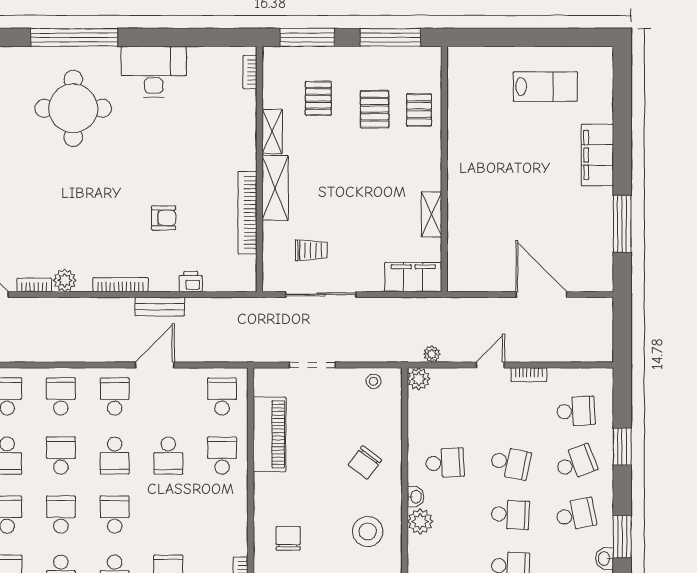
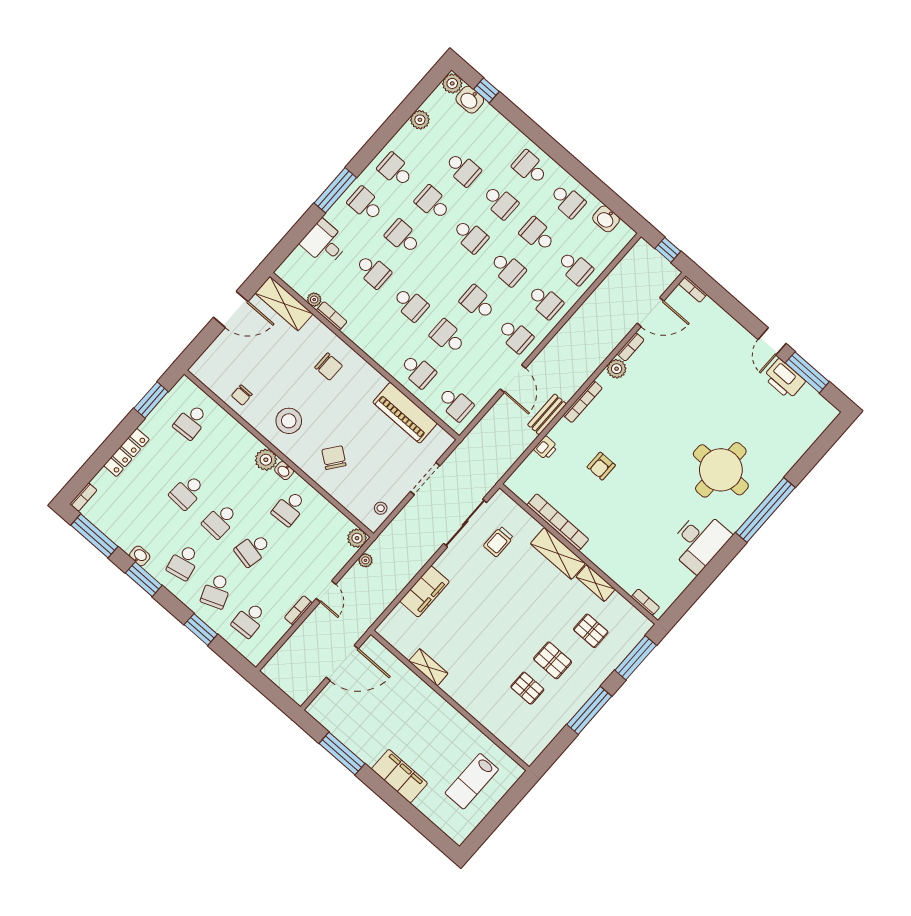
wall: (444, 169) -> (450, 701), moved
shelving: (432, 214) -> (428, 667), moved
school desk: (115, 515) -> (410, 304), moved

